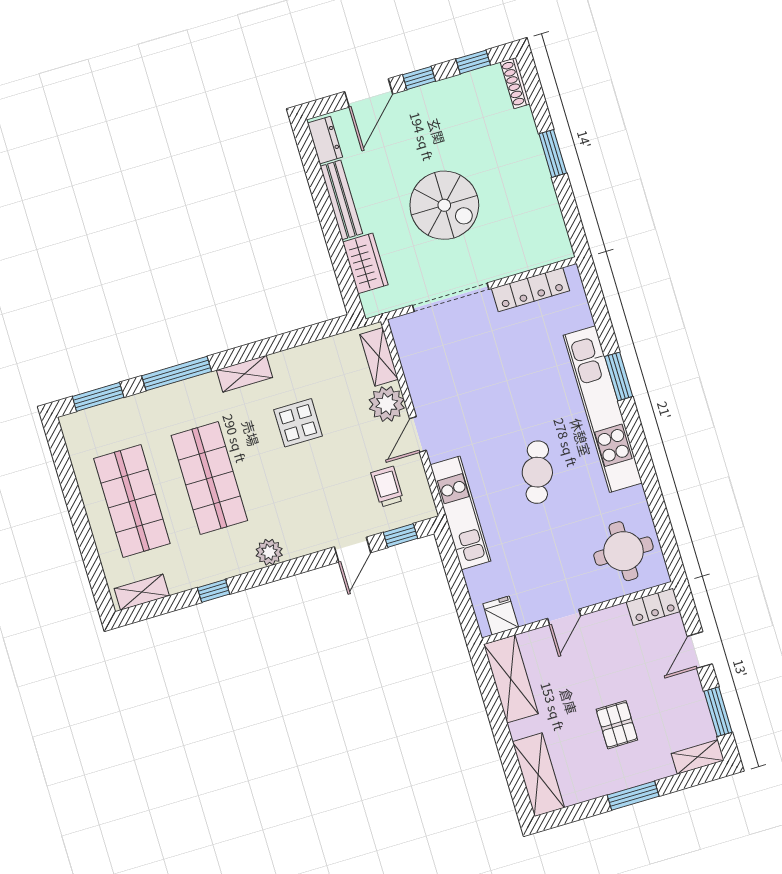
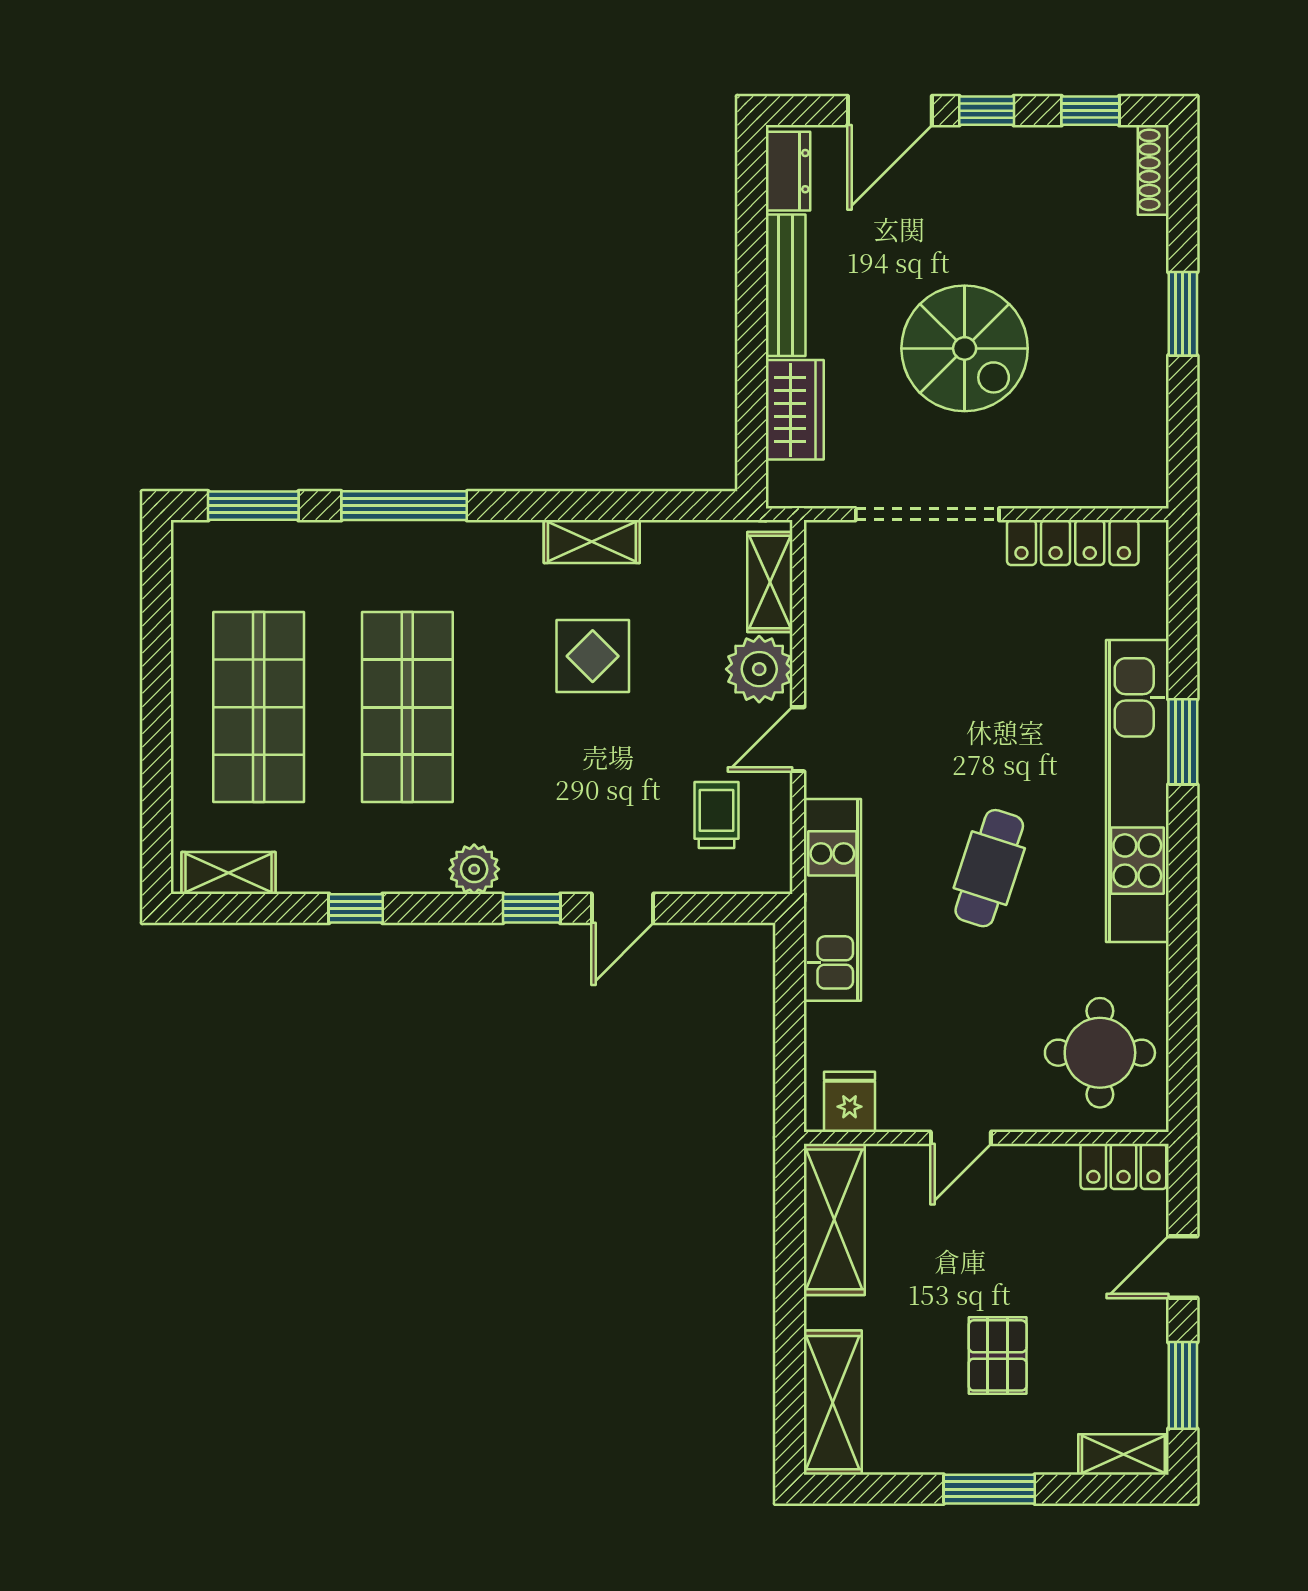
shelving: (244, 374) -> (592, 541), moved
window: (401, 535) -> (532, 908), moved

